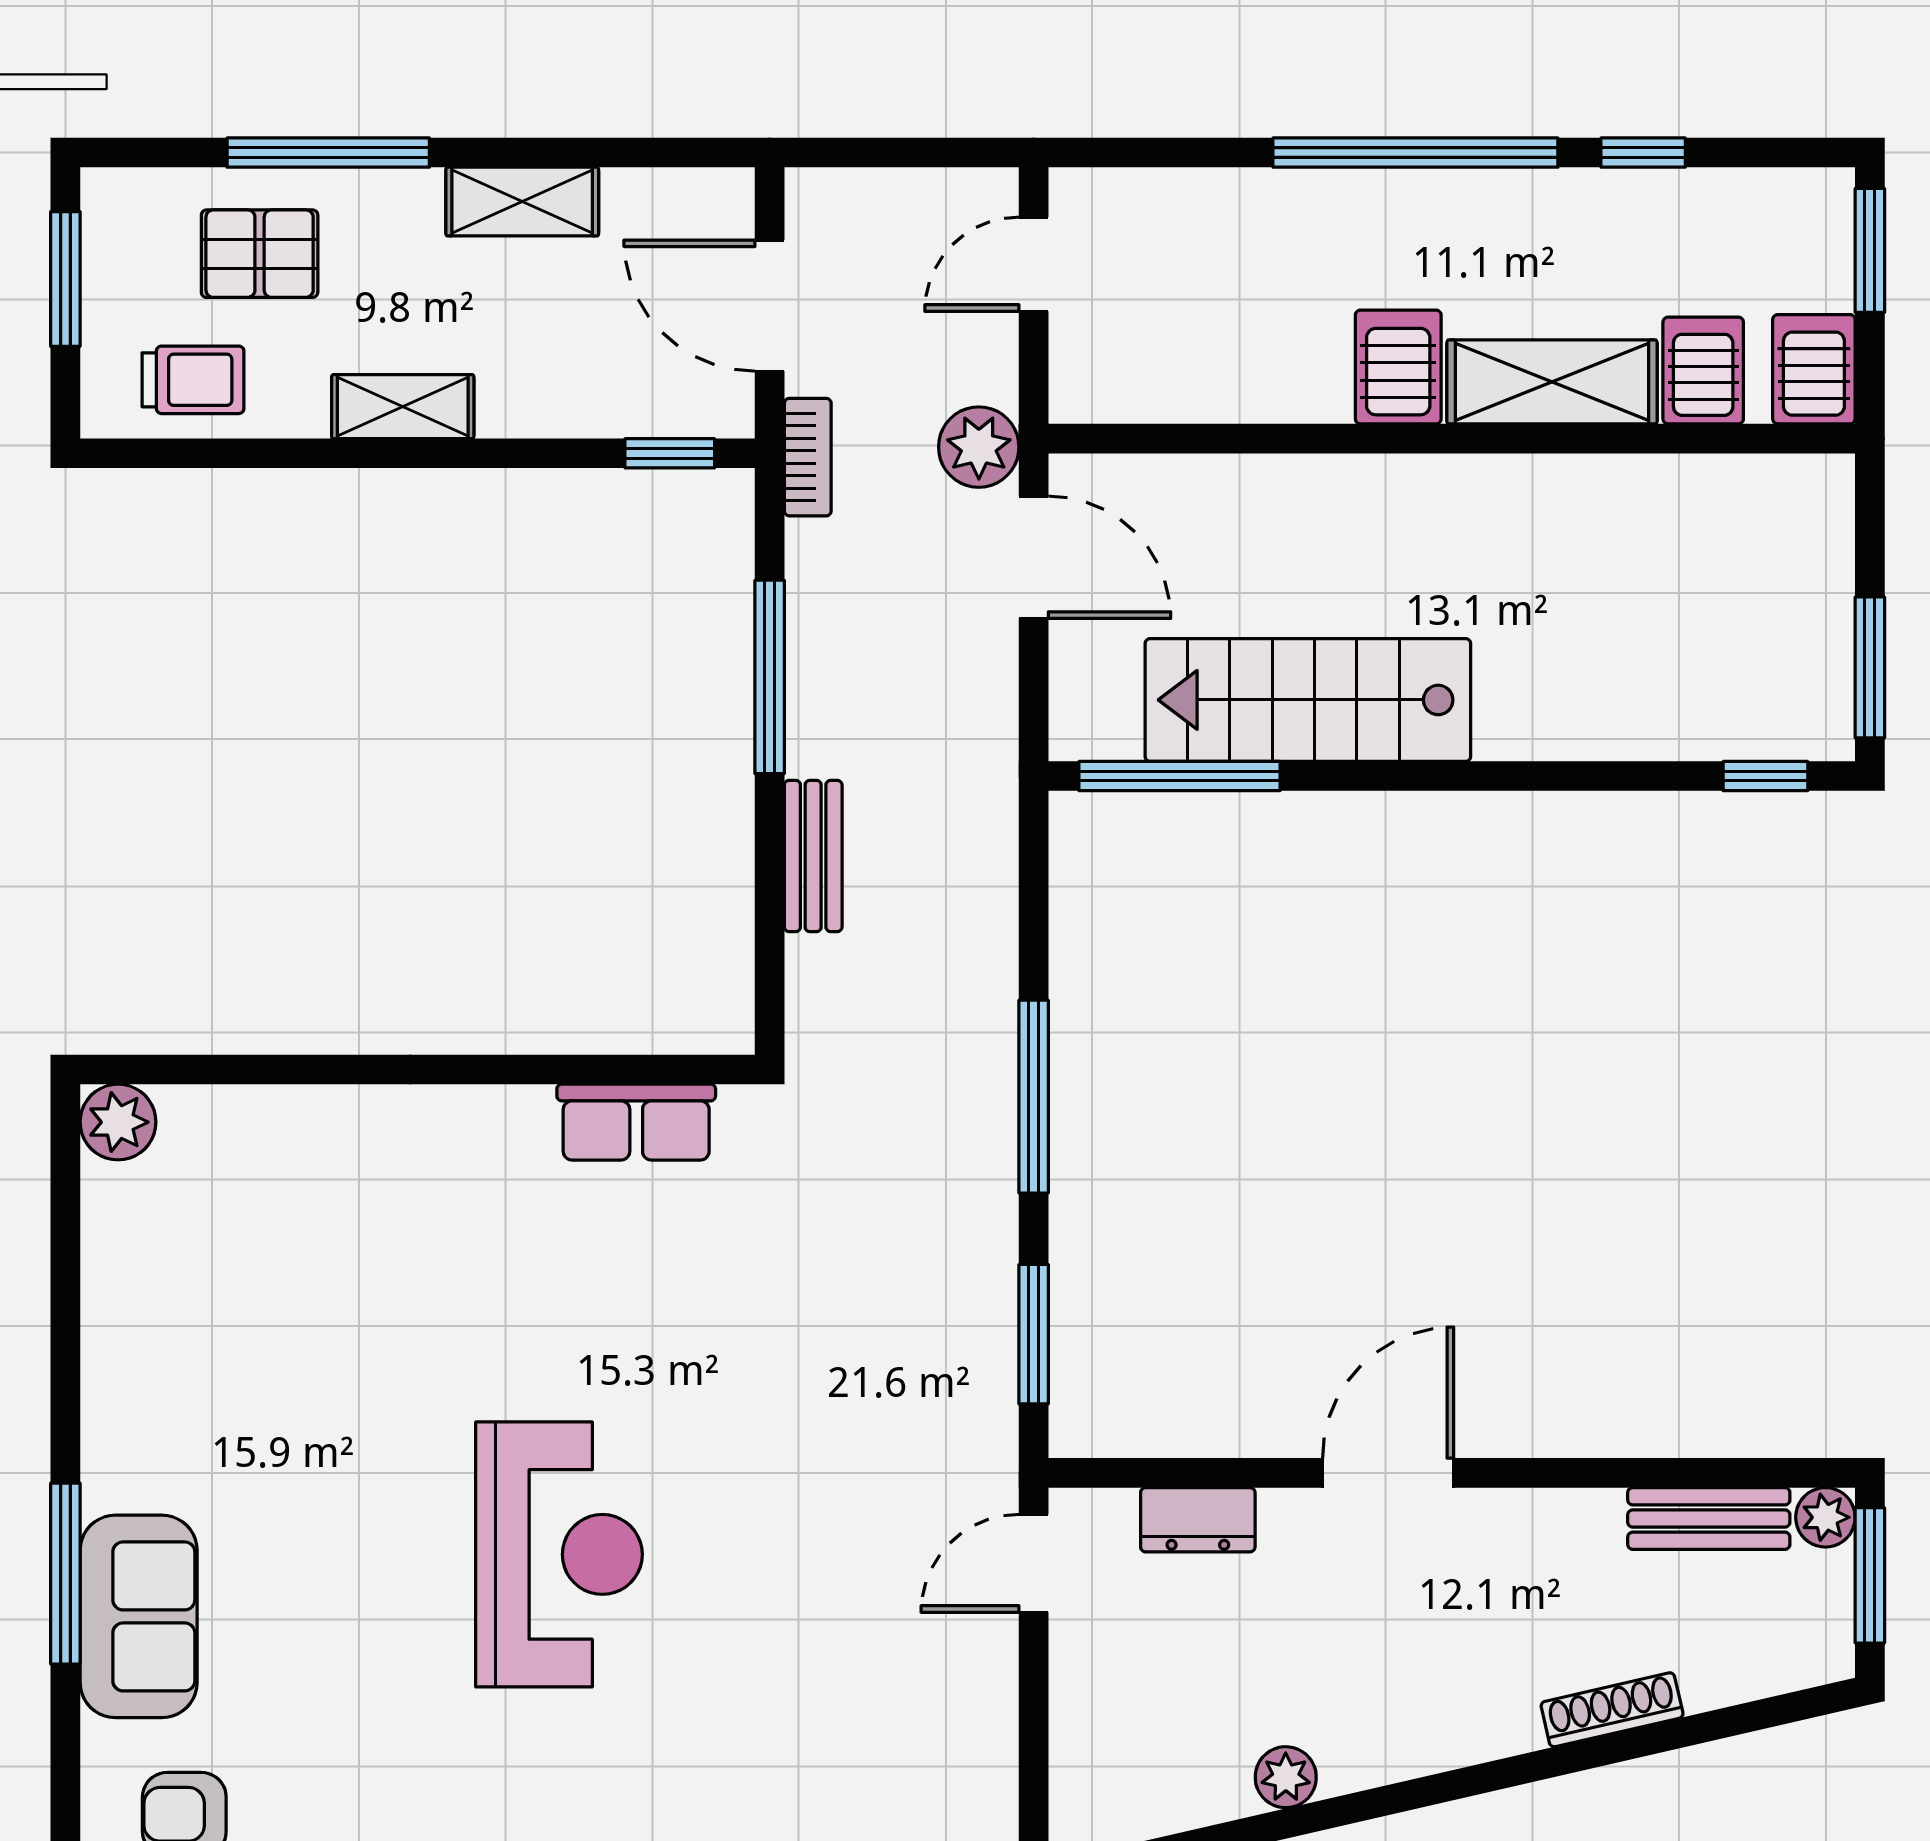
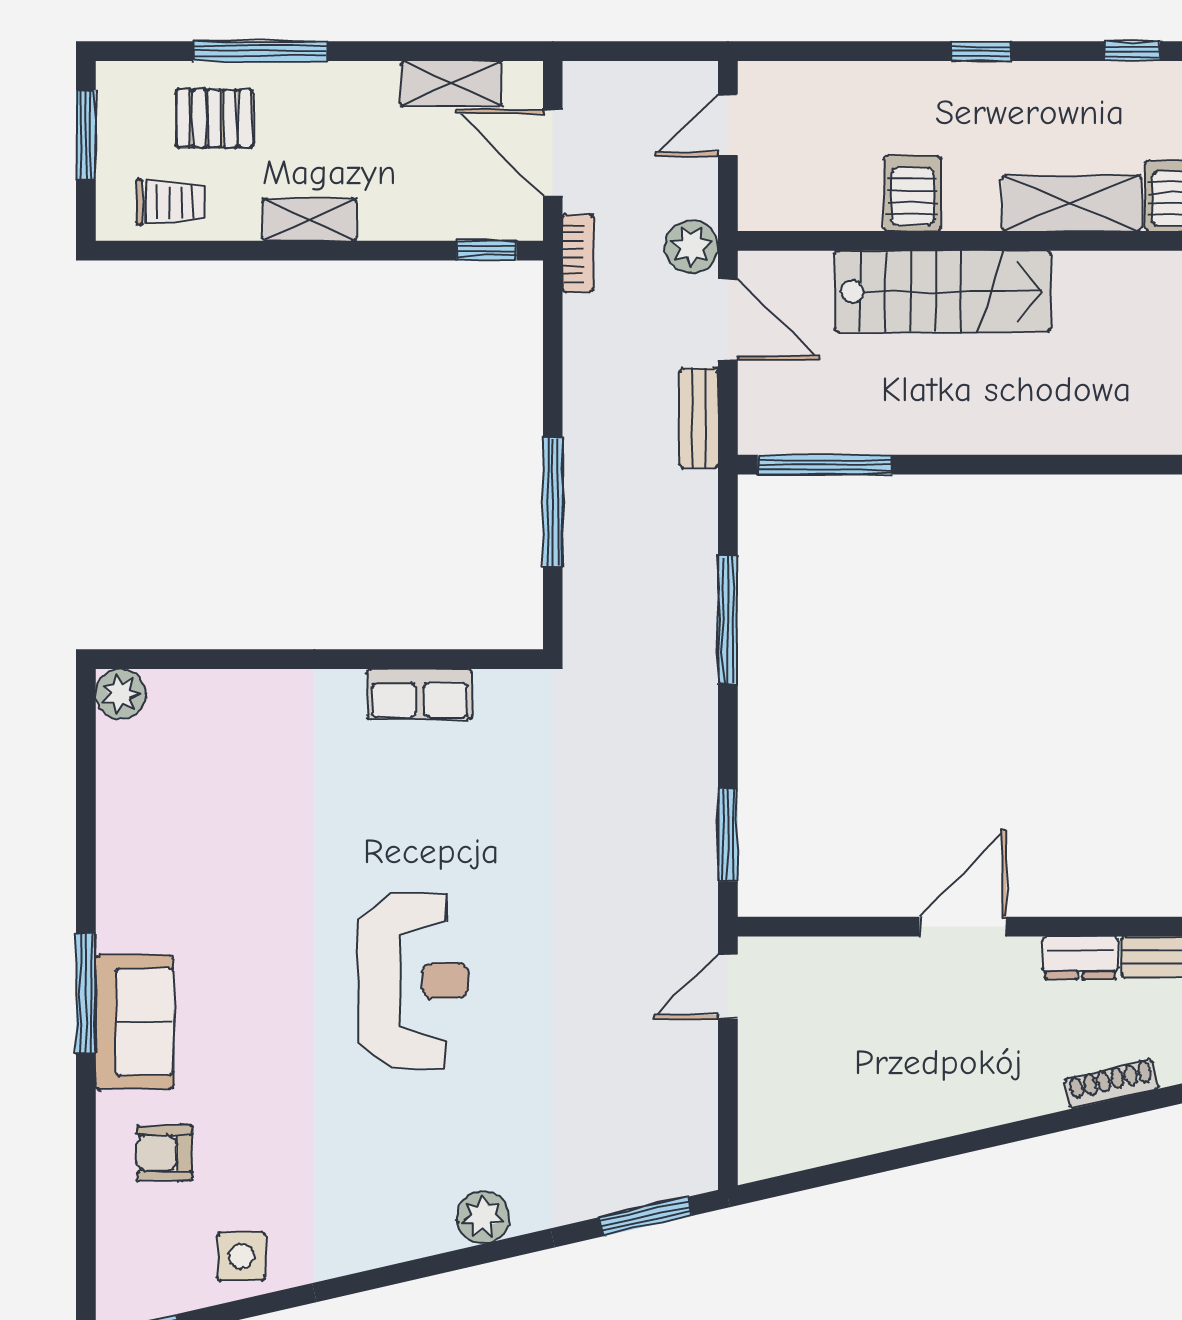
window: (1415, 153) -> (981, 51), width x0.32
shelving: (522, 202) -> (451, 84), moved
server rack: (1398, 367) -> (912, 193), moved
window: (770, 677) -> (553, 502), moved
stairs: (1308, 700) -> (943, 291), moved, turned 180
bench: (813, 856) -> (699, 418), moved
window: (1034, 1097) -> (728, 620), moved
row of seats: (636, 1122) -> (420, 694), moved
dresser: (1198, 1520) -> (1080, 958), moved
plant: (1286, 1777) -> (895, 1128), removed

